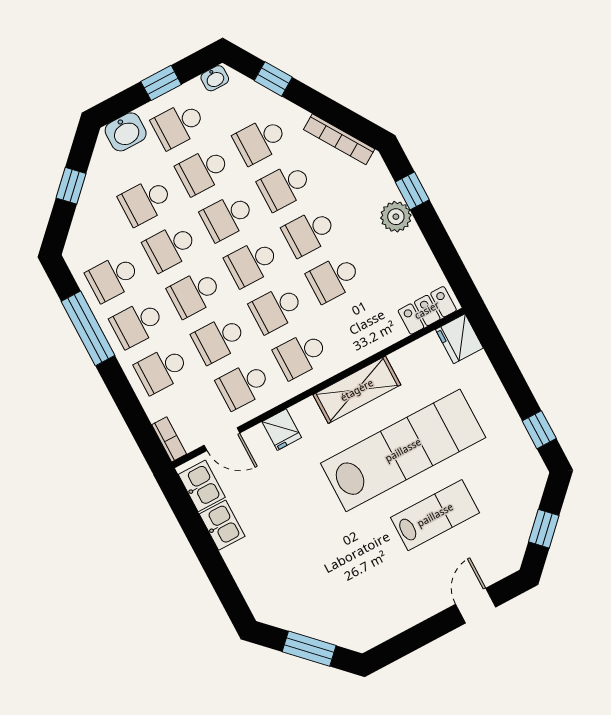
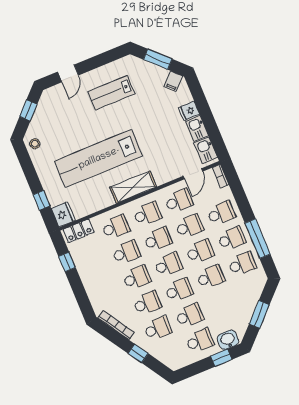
washbasin: (215, 78) -> (178, 363), removed
window: (273, 79) -> (138, 353), moved
window: (161, 83) -> (221, 358), moved
window: (71, 186) -> (259, 314), width x1.50
window: (412, 191) -> (67, 262), moved
school desk: (146, 201) -> (116, 227), moved
plant: (396, 217) -> (90, 282), removed
shelving: (357, 390) -> (133, 187), moved
fridge: (282, 430) -> (189, 111), moved, turned -90
window: (539, 430) -> (41, 200), moved
door: (222, 439) -> (193, 174), swing flipped
stool: (526, 467) -> (35, 144), added
lab bench: (435, 515) -> (111, 93), moved
filing cabinet: (275, 610) -> (173, 81), added

